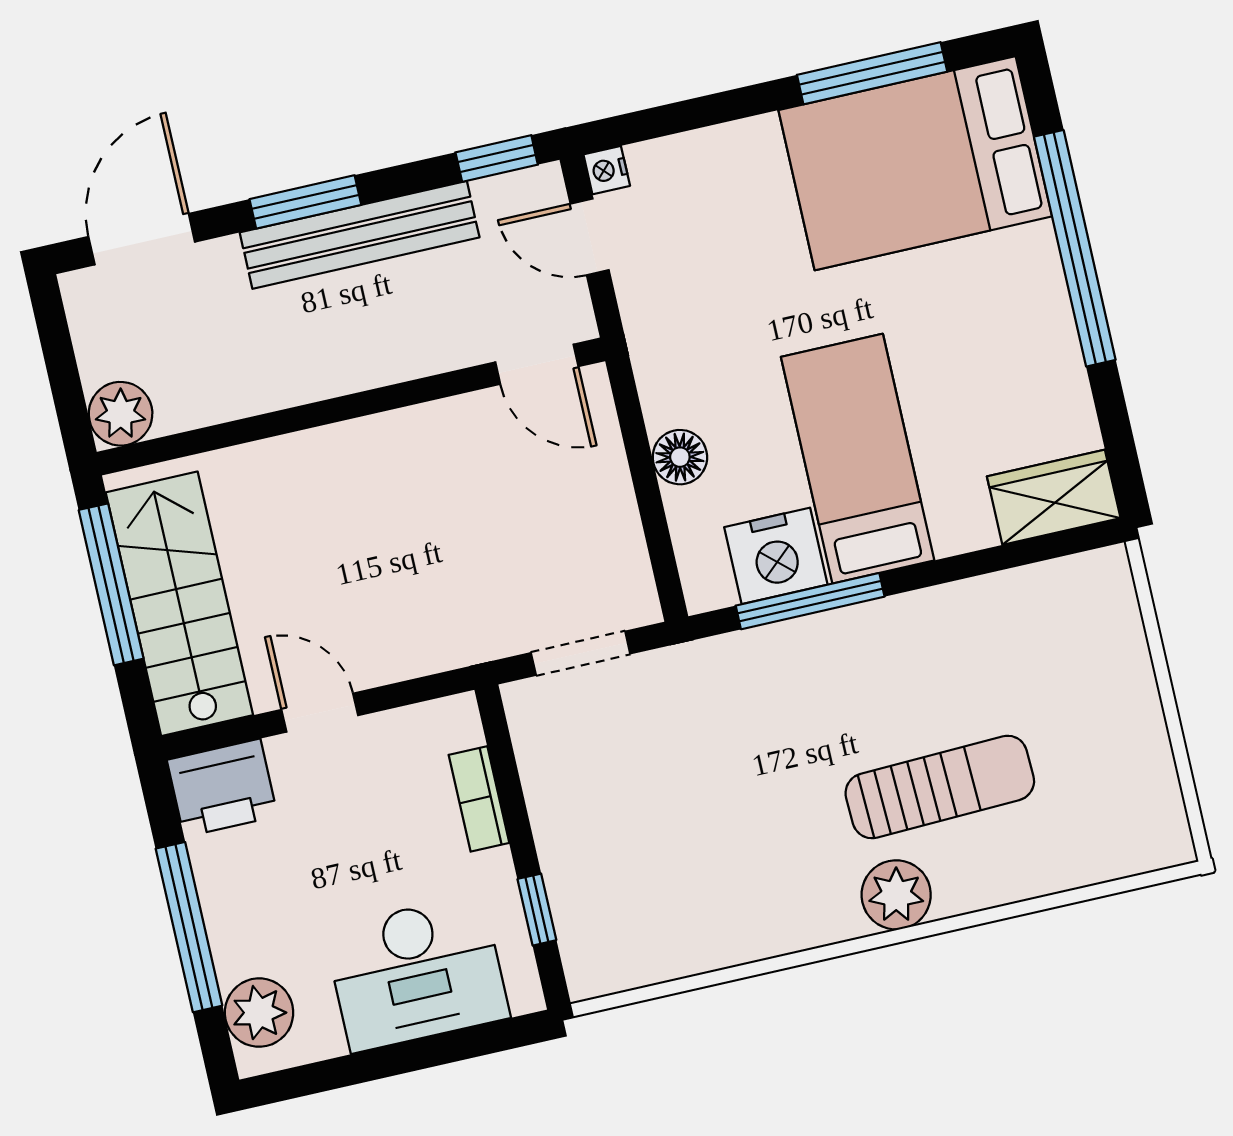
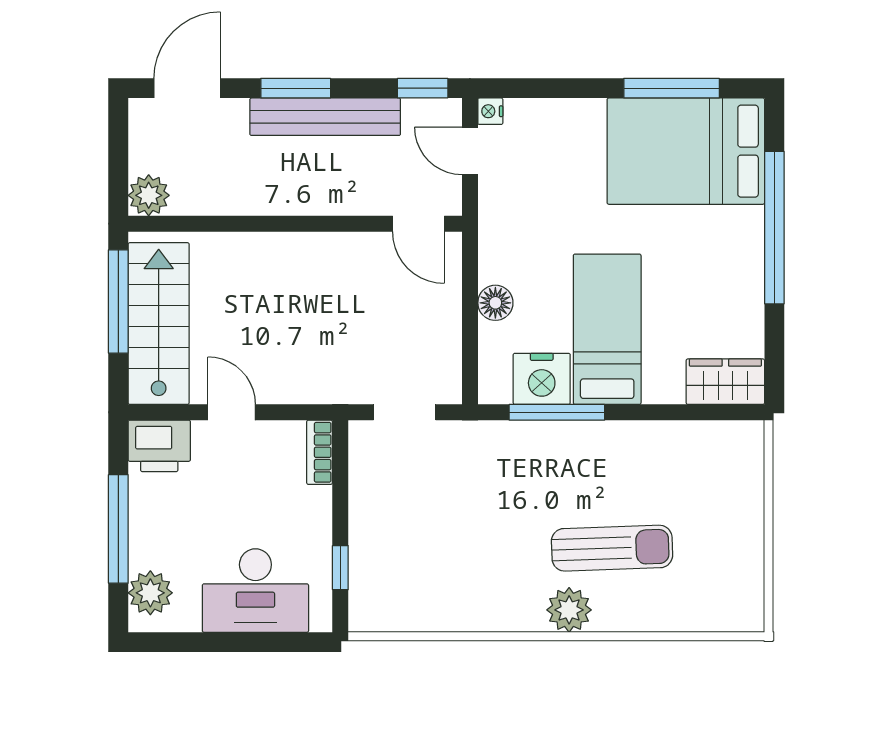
bookcase: (479, 799) -> (320, 452), moved

